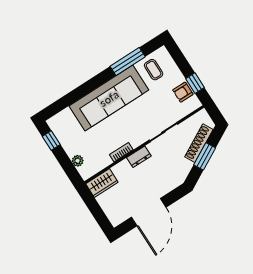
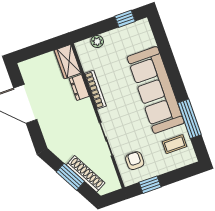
armchair: (183, 92) -> (135, 161), moved
bookcase: (121, 152) -> (95, 90), width x1.56
dresser: (139, 157) -> (79, 87), moved

